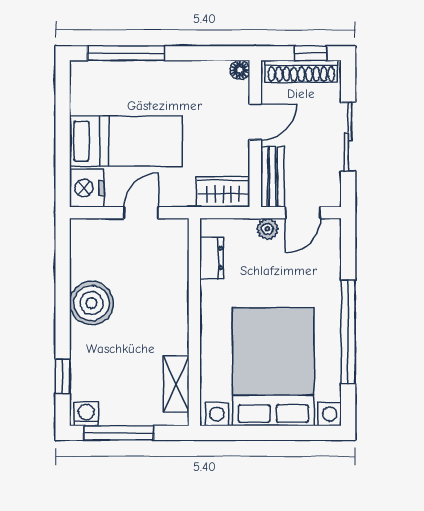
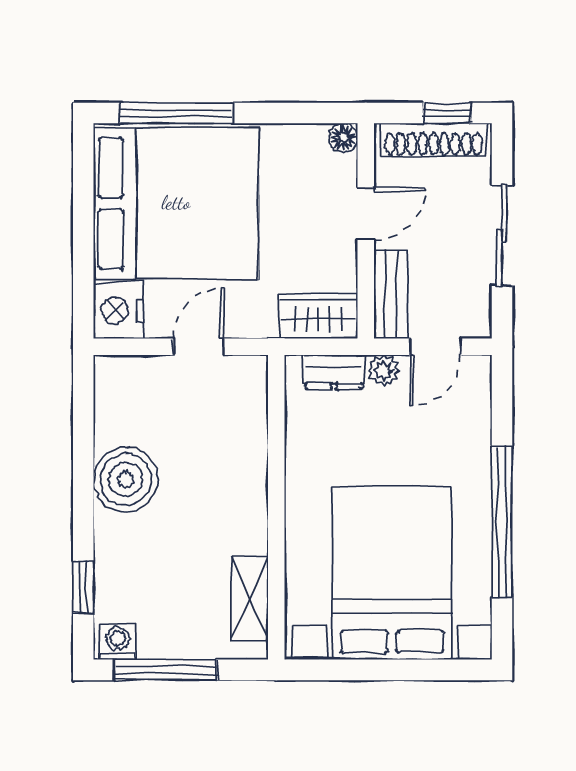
bed: (126, 141) -> (176, 203), width x2.04
dresser: (212, 258) -> (334, 372), moved, turned 90

